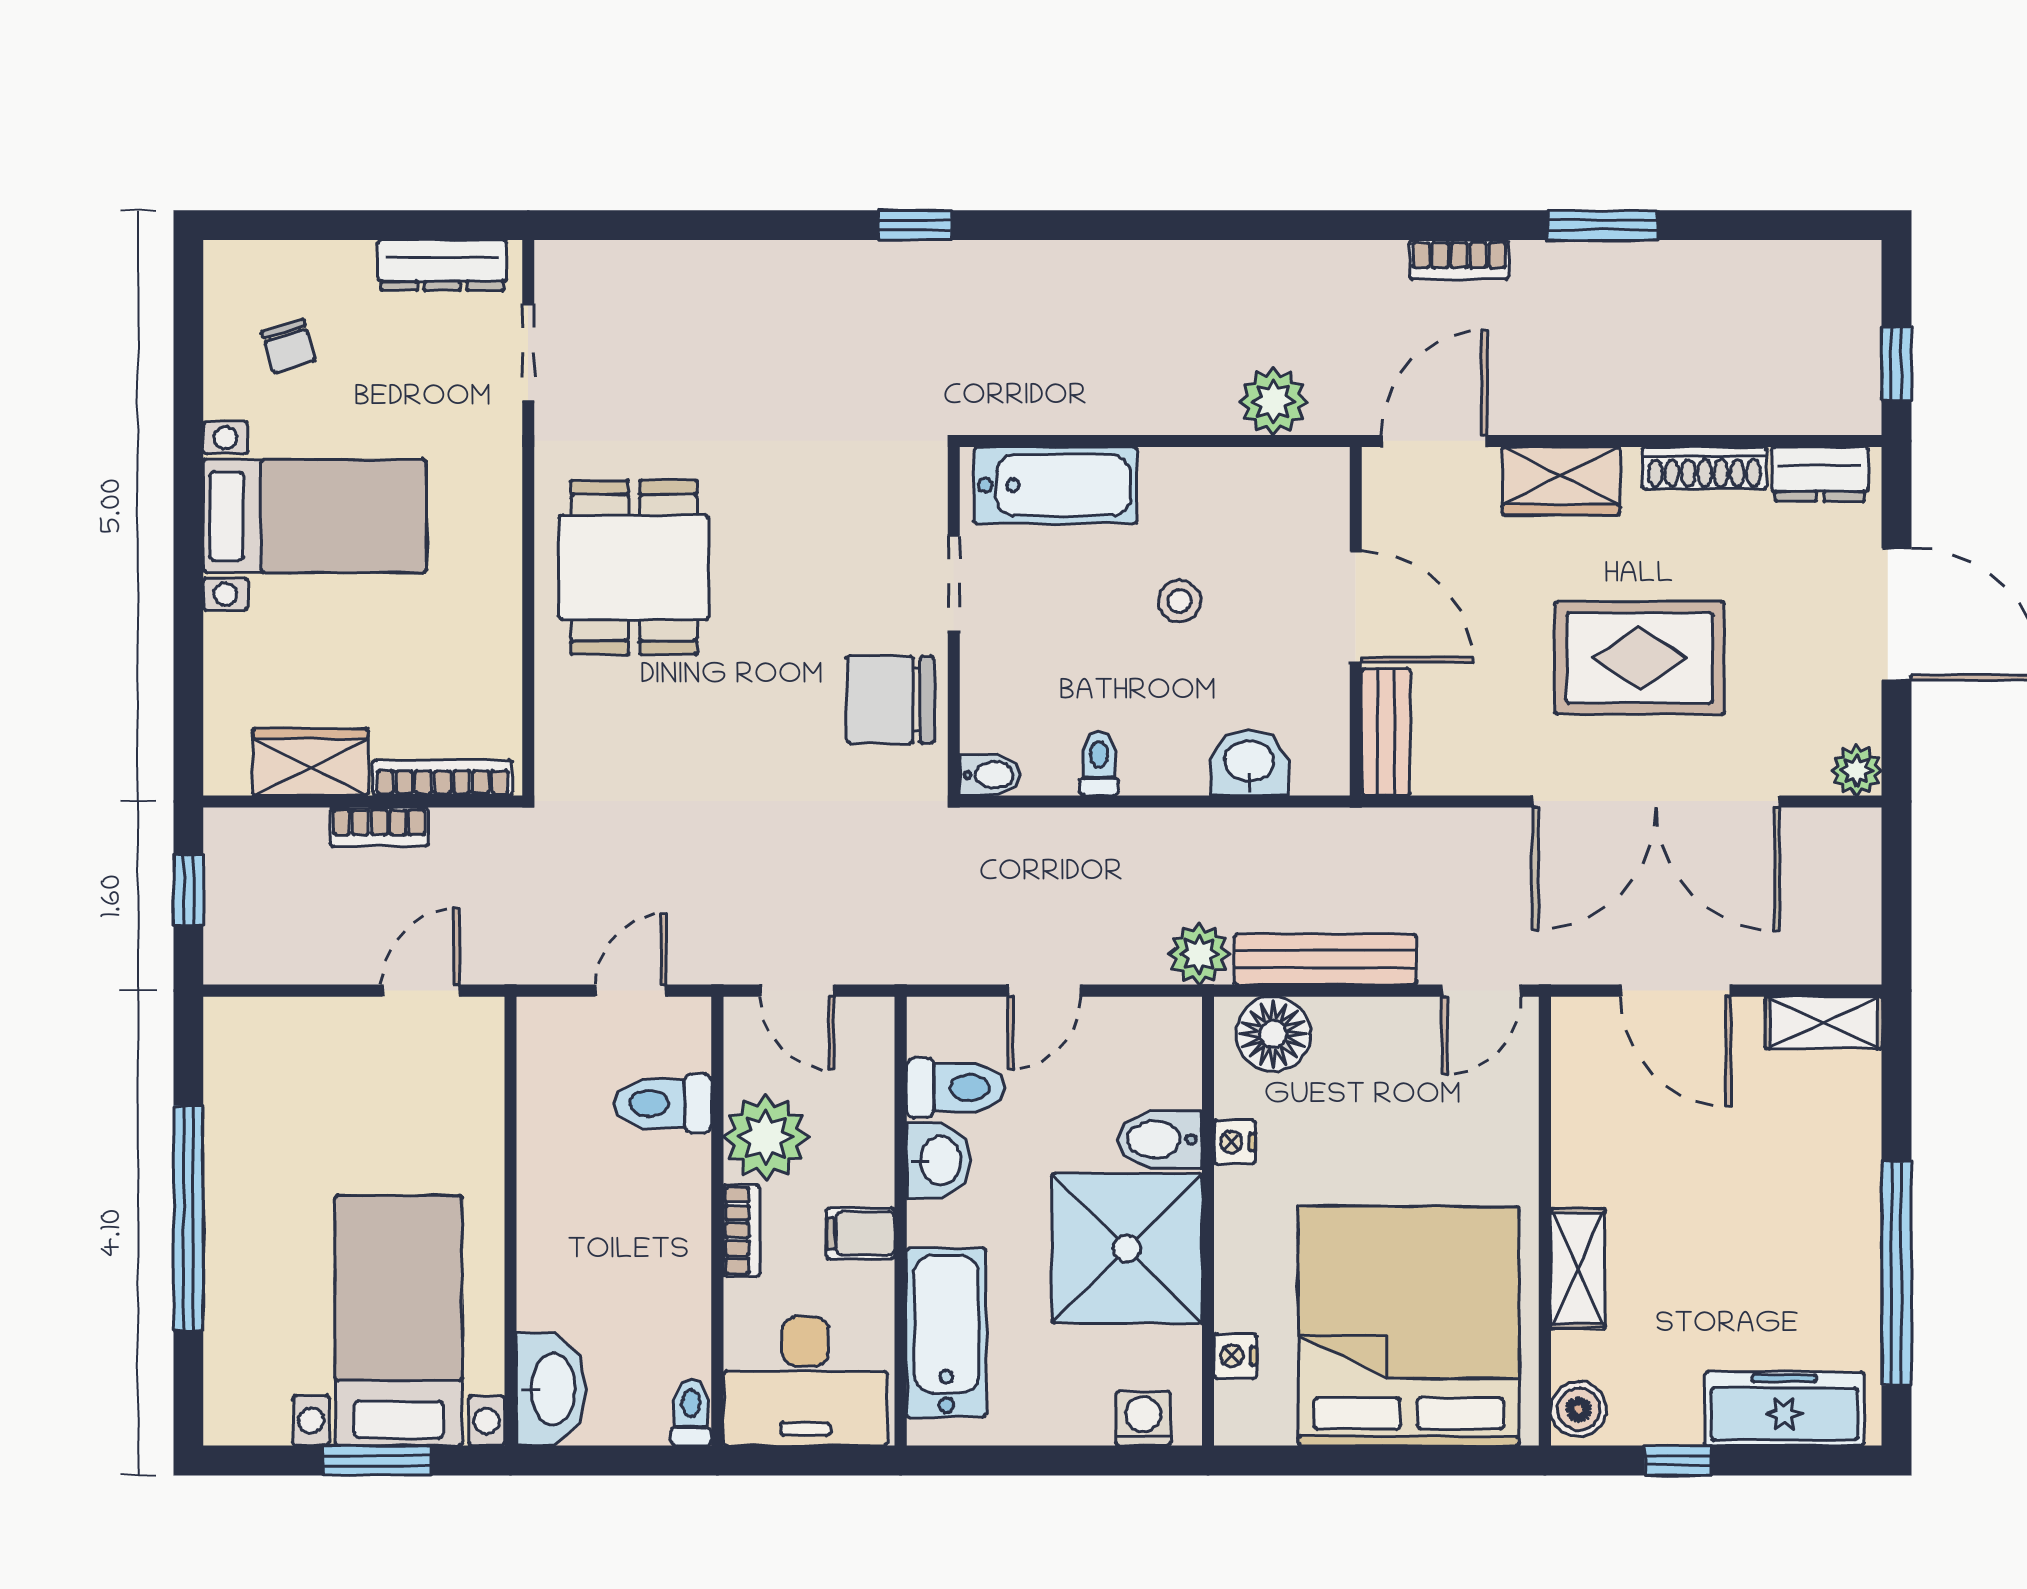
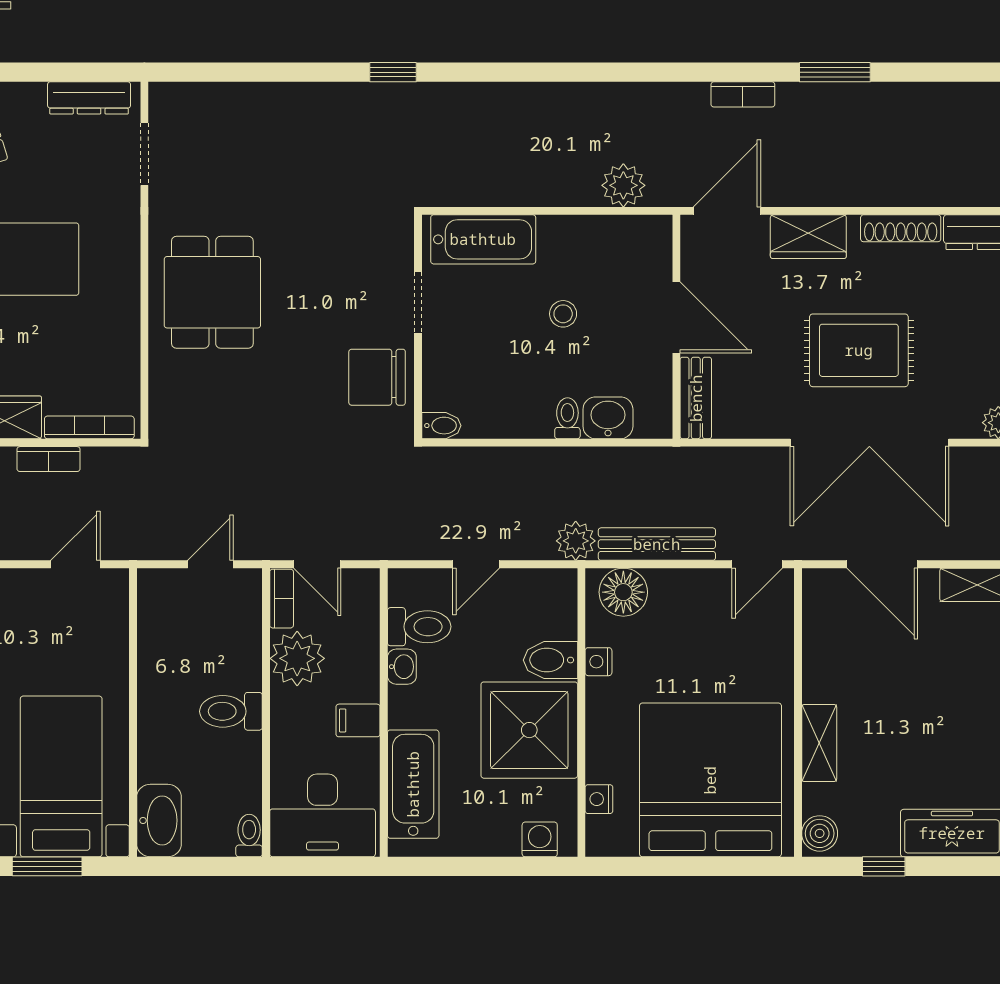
toilet: (1099, 764) -> (567, 418), moved
toilet: (663, 1103) -> (231, 711), moved
washbasin: (939, 1160) -> (402, 667), width x0.72, depth x0.69
bookcase: (742, 1230) -> (282, 599), moved

